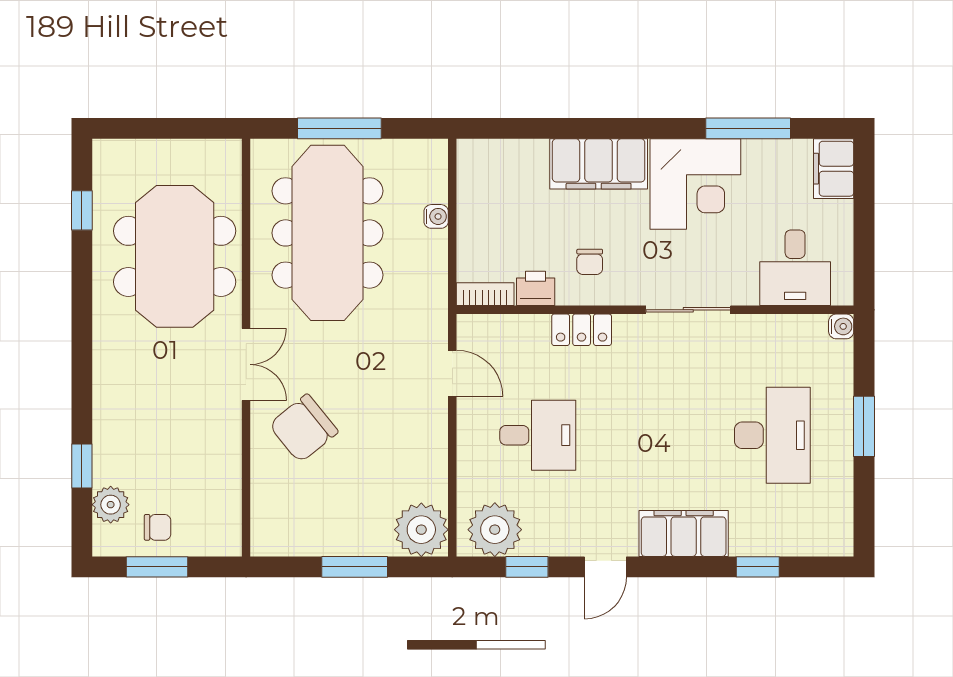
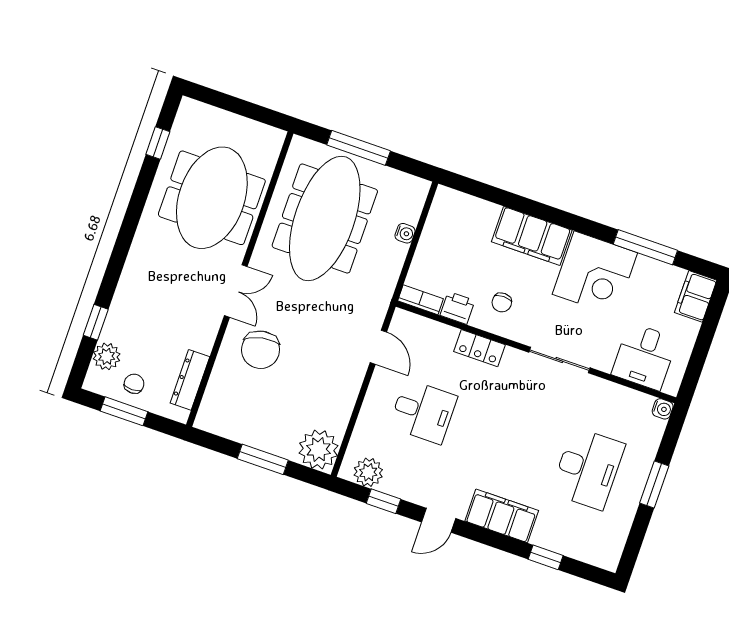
chair: (304, 428) -> (261, 350), turned -62
dresser: (227, 498) -> (190, 380), added
chair: (158, 527) -> (134, 384), turned -90
plant: (495, 530) -> (368, 472), width x0.73, depth x0.73

